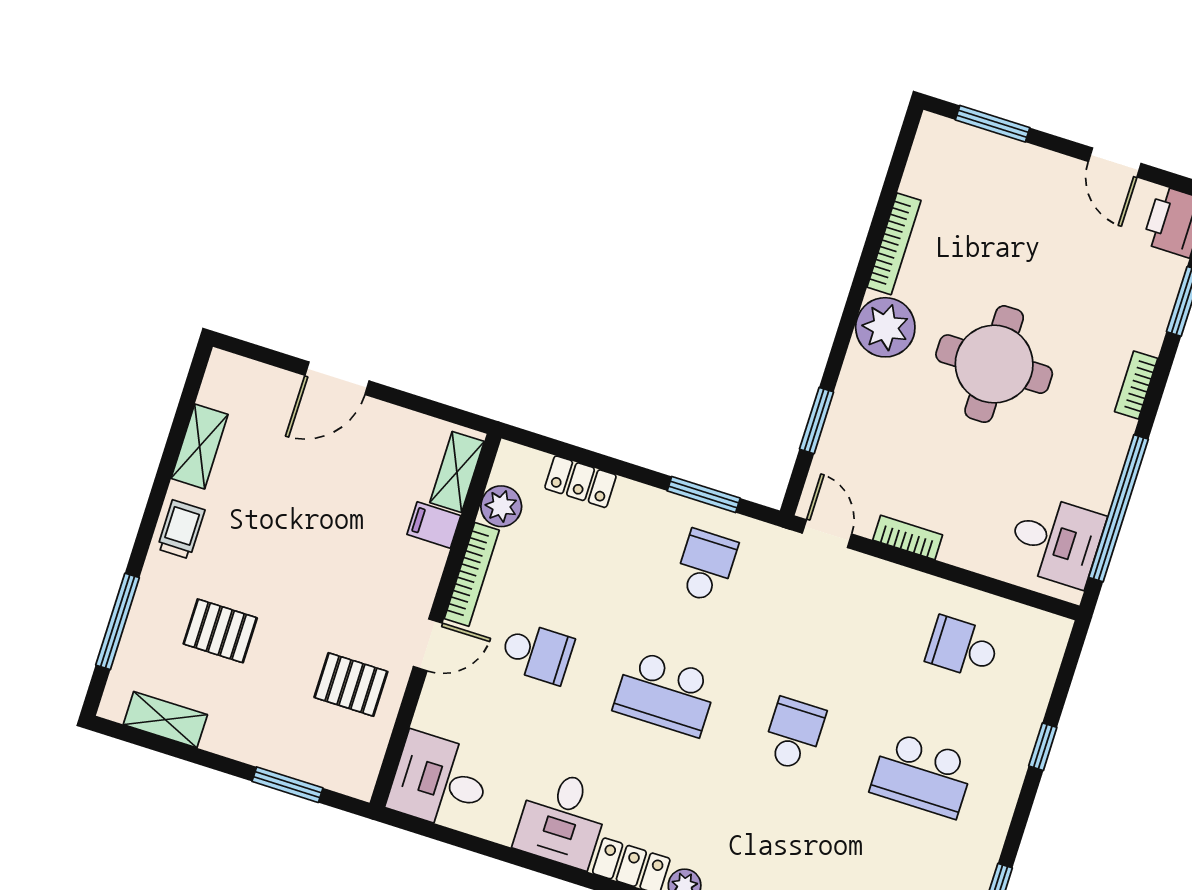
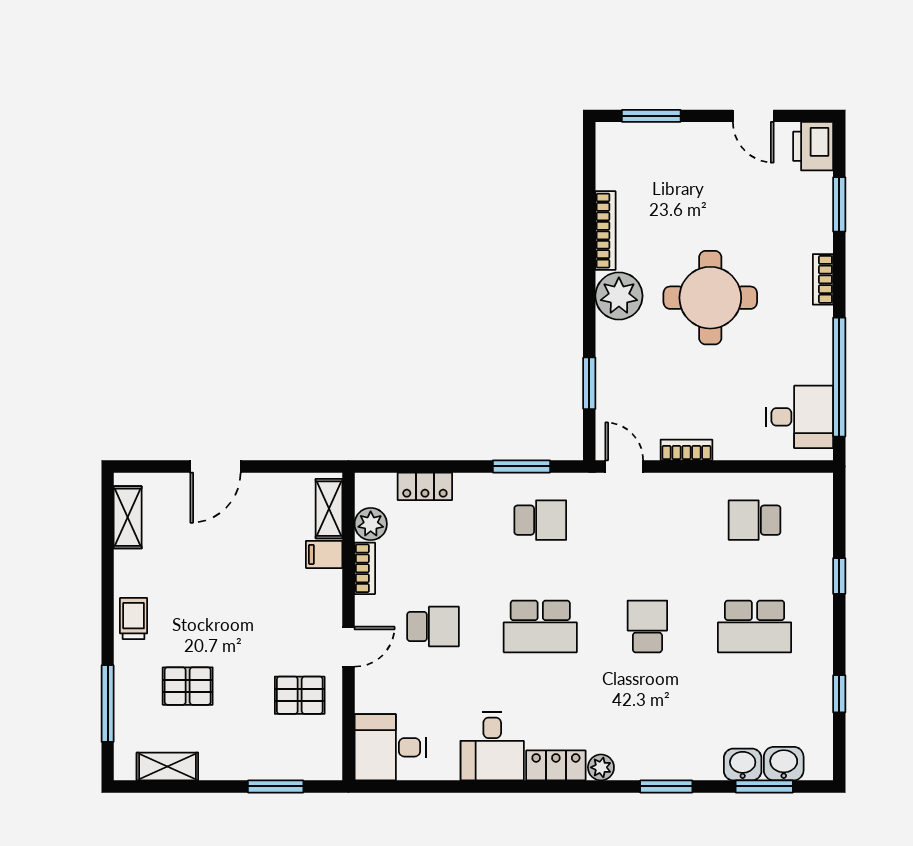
shelving: (200, 446) -> (128, 517), moved
school desk: (706, 566) -> (540, 520), turned 90
bookcase: (472, 574) -> (365, 568), width x0.64

